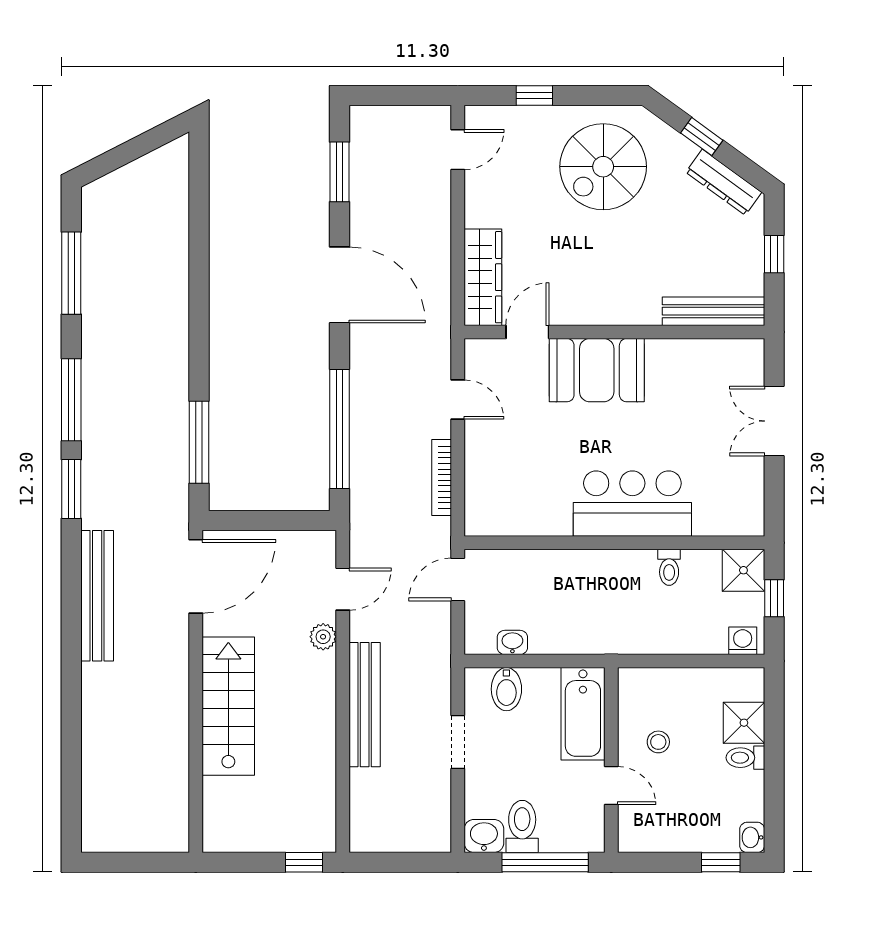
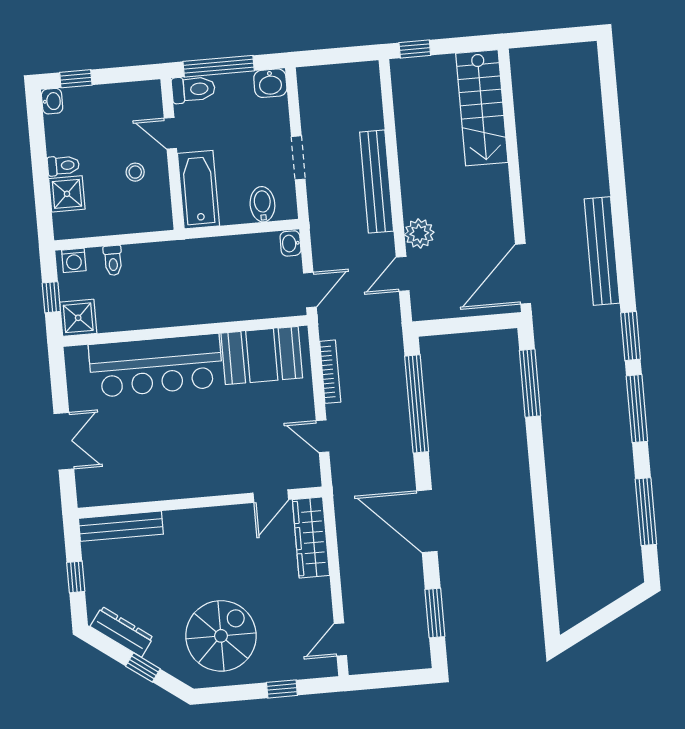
booth: (597, 370) -> (262, 356), moved
bar counter: (632, 504) -> (156, 366), width x1.36
toilet: (669, 567) -> (113, 260), moved, turned 180
plant: (323, 637) -> (419, 233), width x1.38, depth x1.38
washbasin: (512, 642) -> (290, 243), moved, turned 90
stairs: (228, 706) -> (482, 108), moved
toilet: (522, 826) -> (193, 89), moved, turned -90

